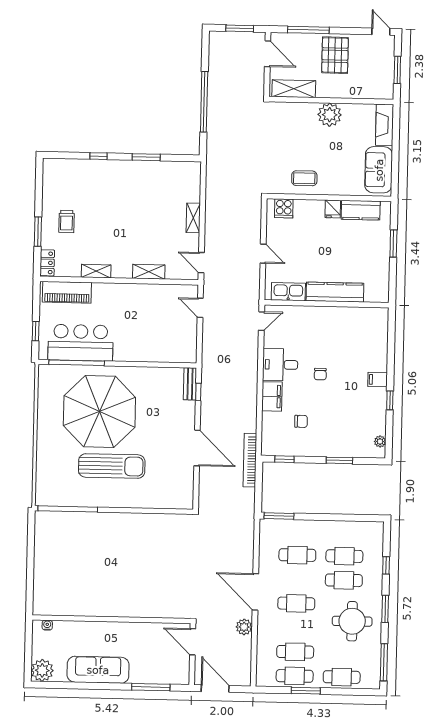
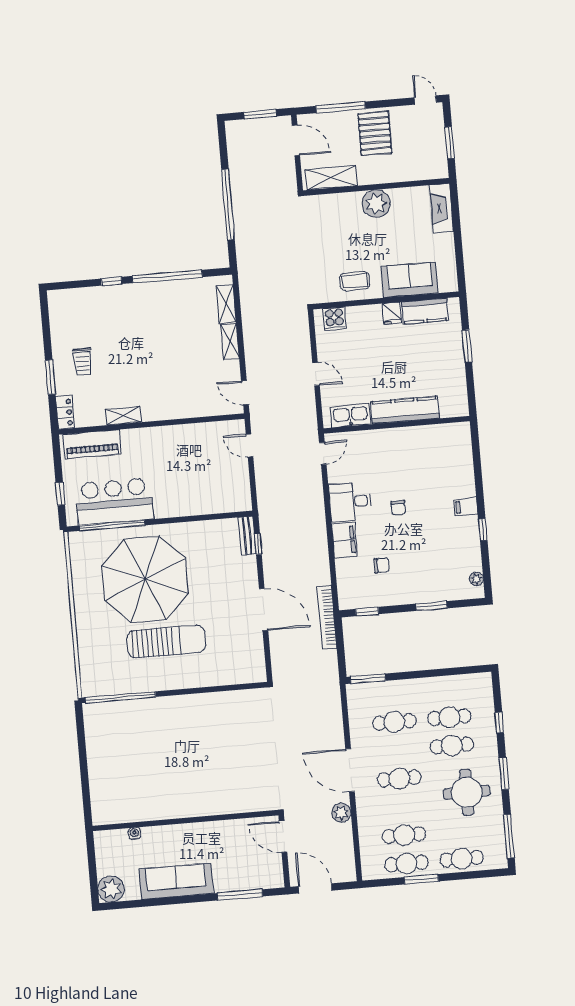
window: (146, 157) -> (167, 276), width x2.11
sofa: (379, 170) -> (410, 280), moved, turned 90
shelving: (149, 272) -> (226, 304), moved, turned 90
water cooler: (47, 625) -> (134, 834), moved

